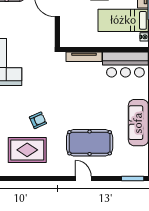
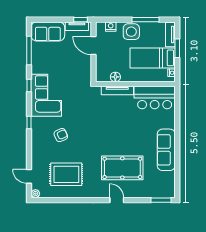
floor lamp: (82, 42) -> (115, 77), added
armchair: (38, 120) -> (61, 135), moved

